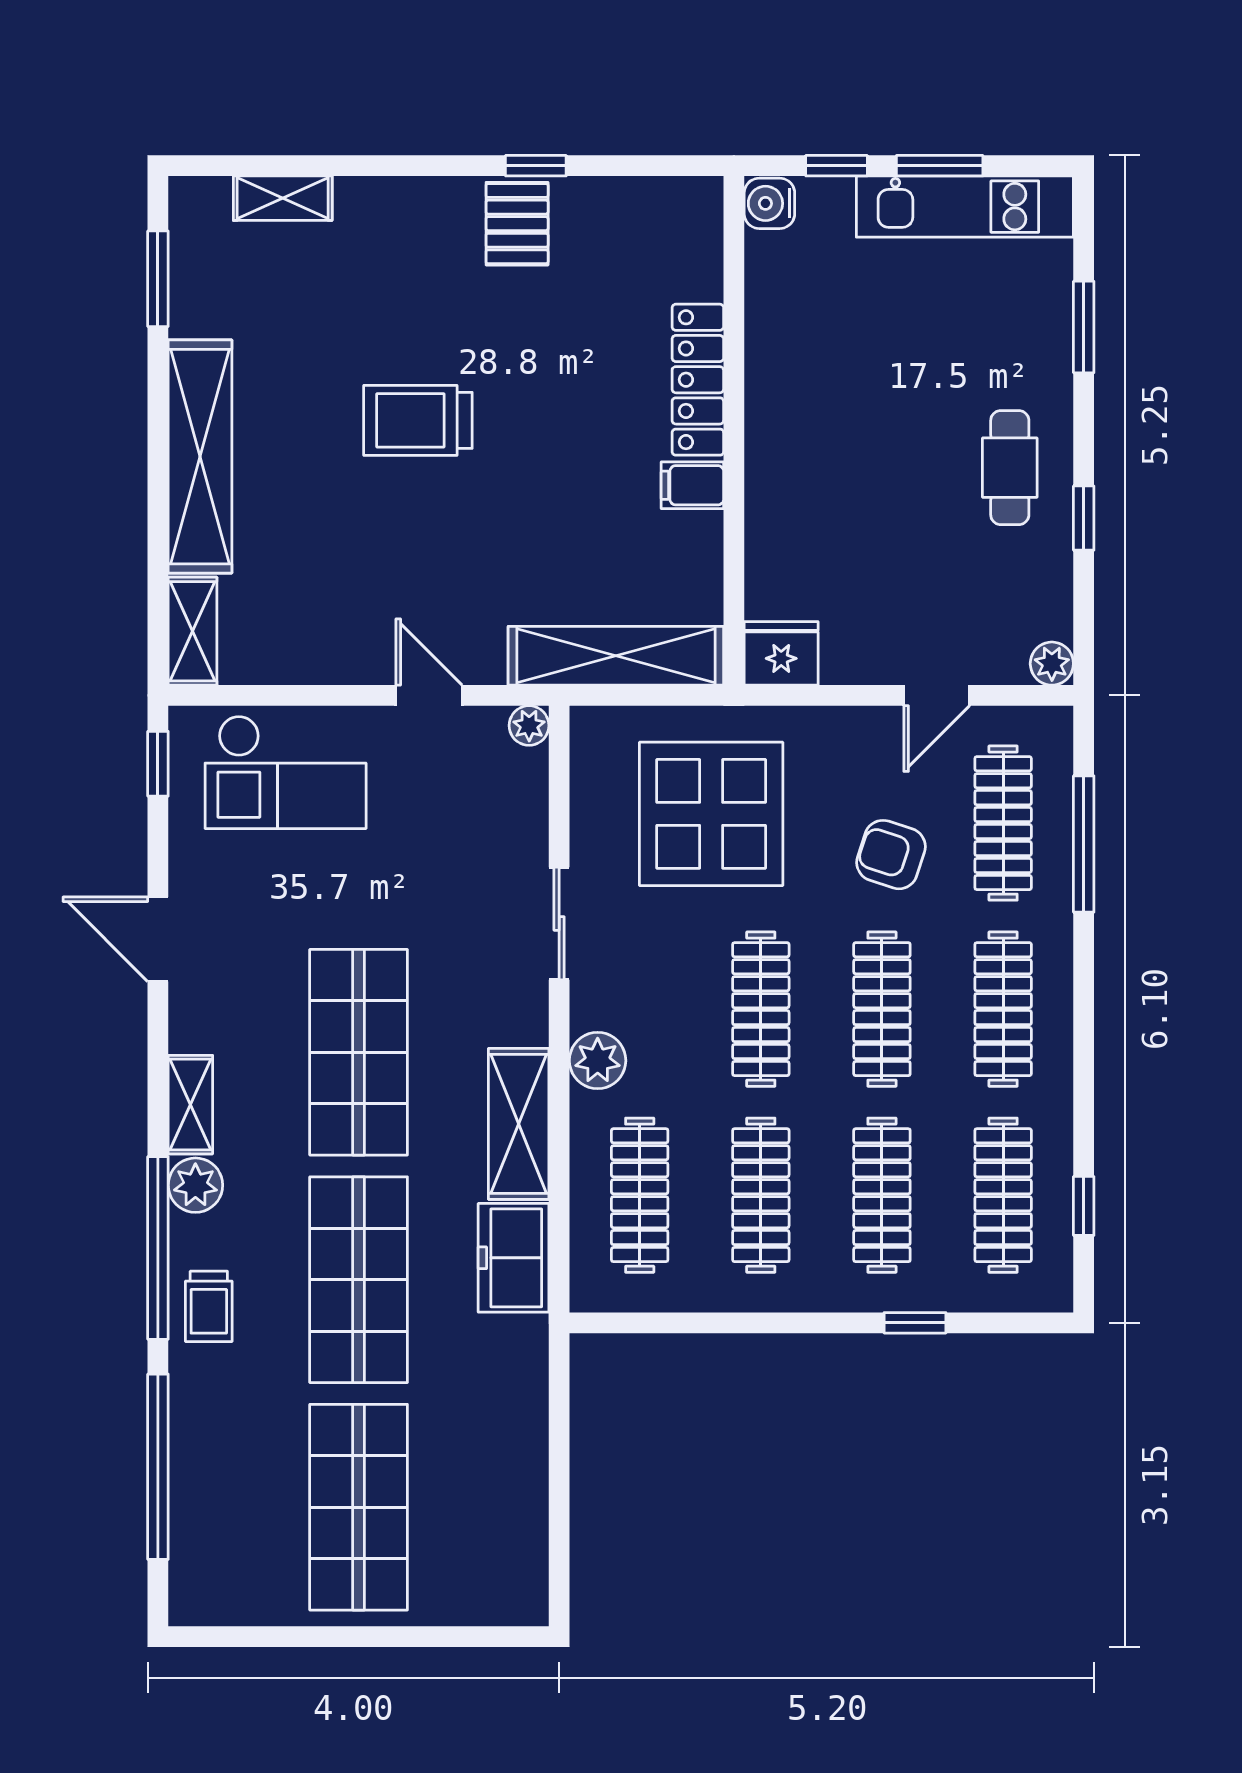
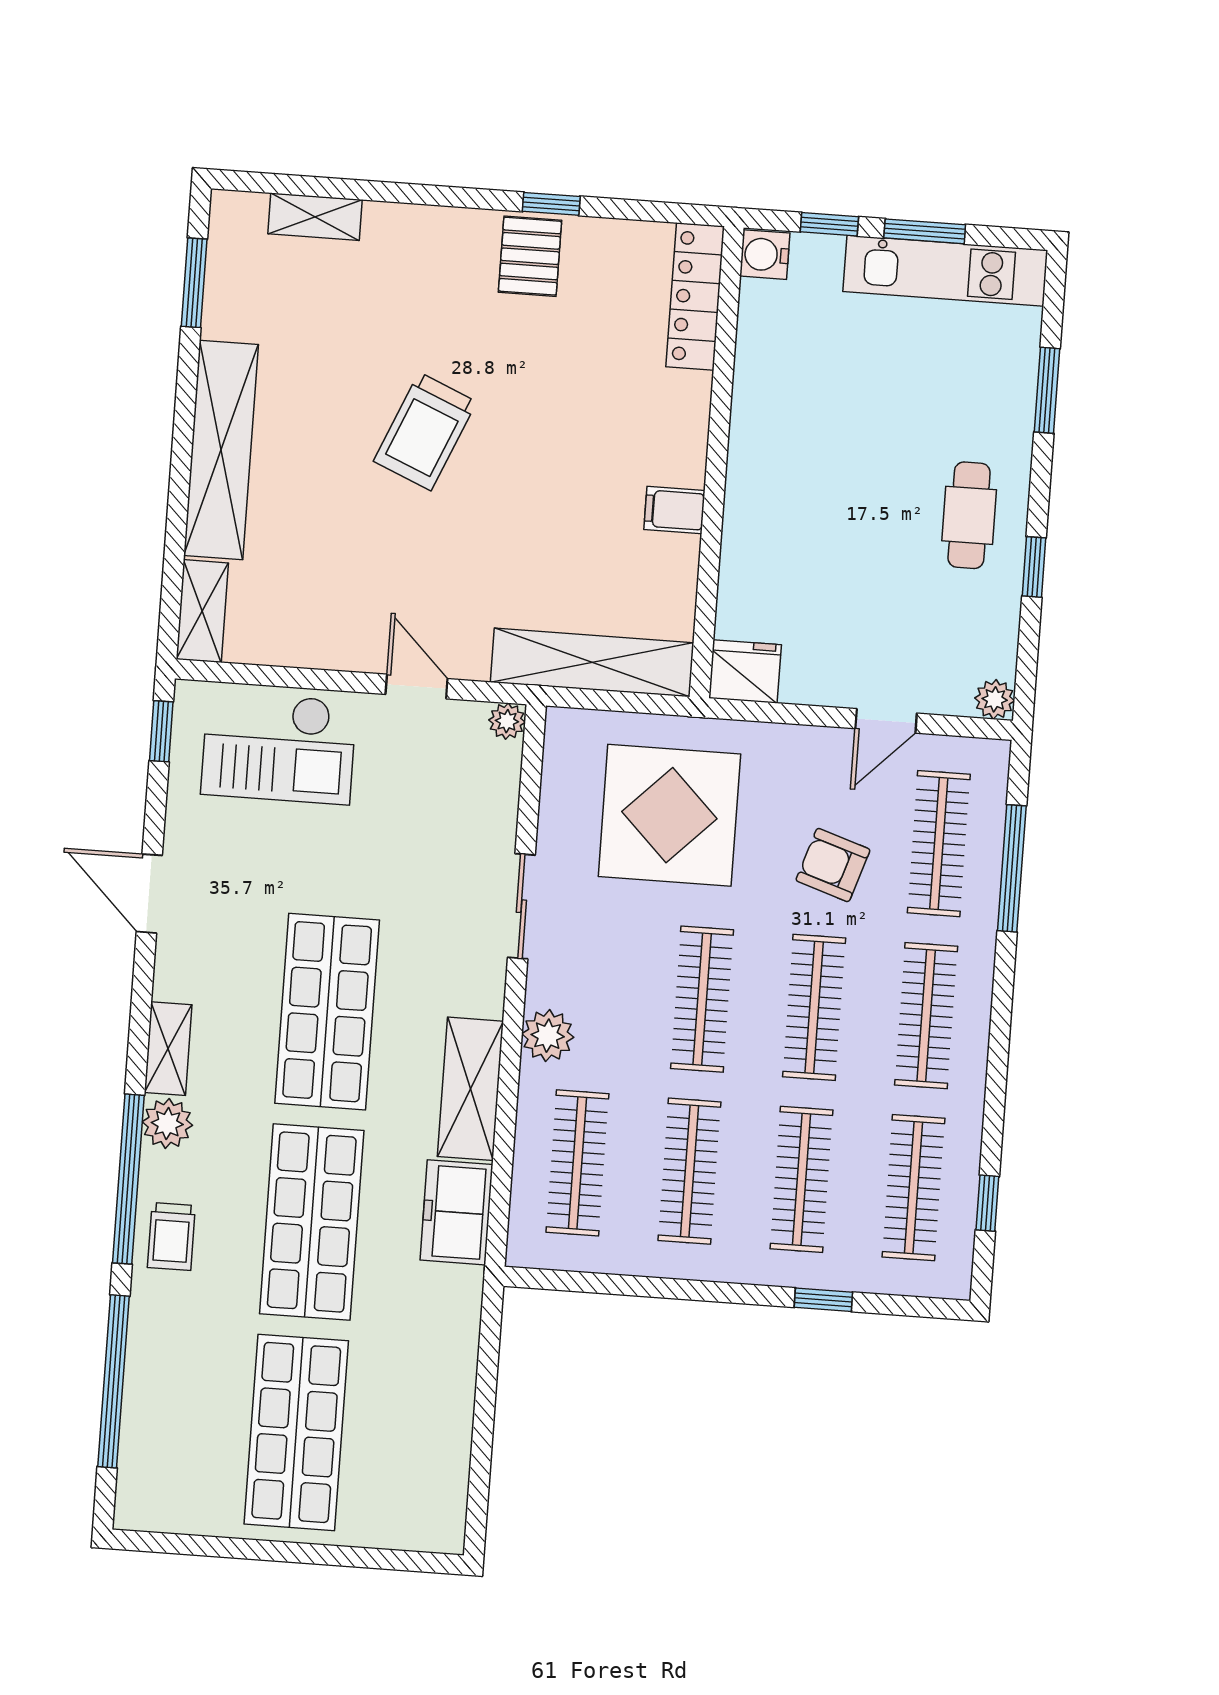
locker: (698, 380) -> (695, 297), moved
trolley: (418, 420) -> (425, 431), turned -67

